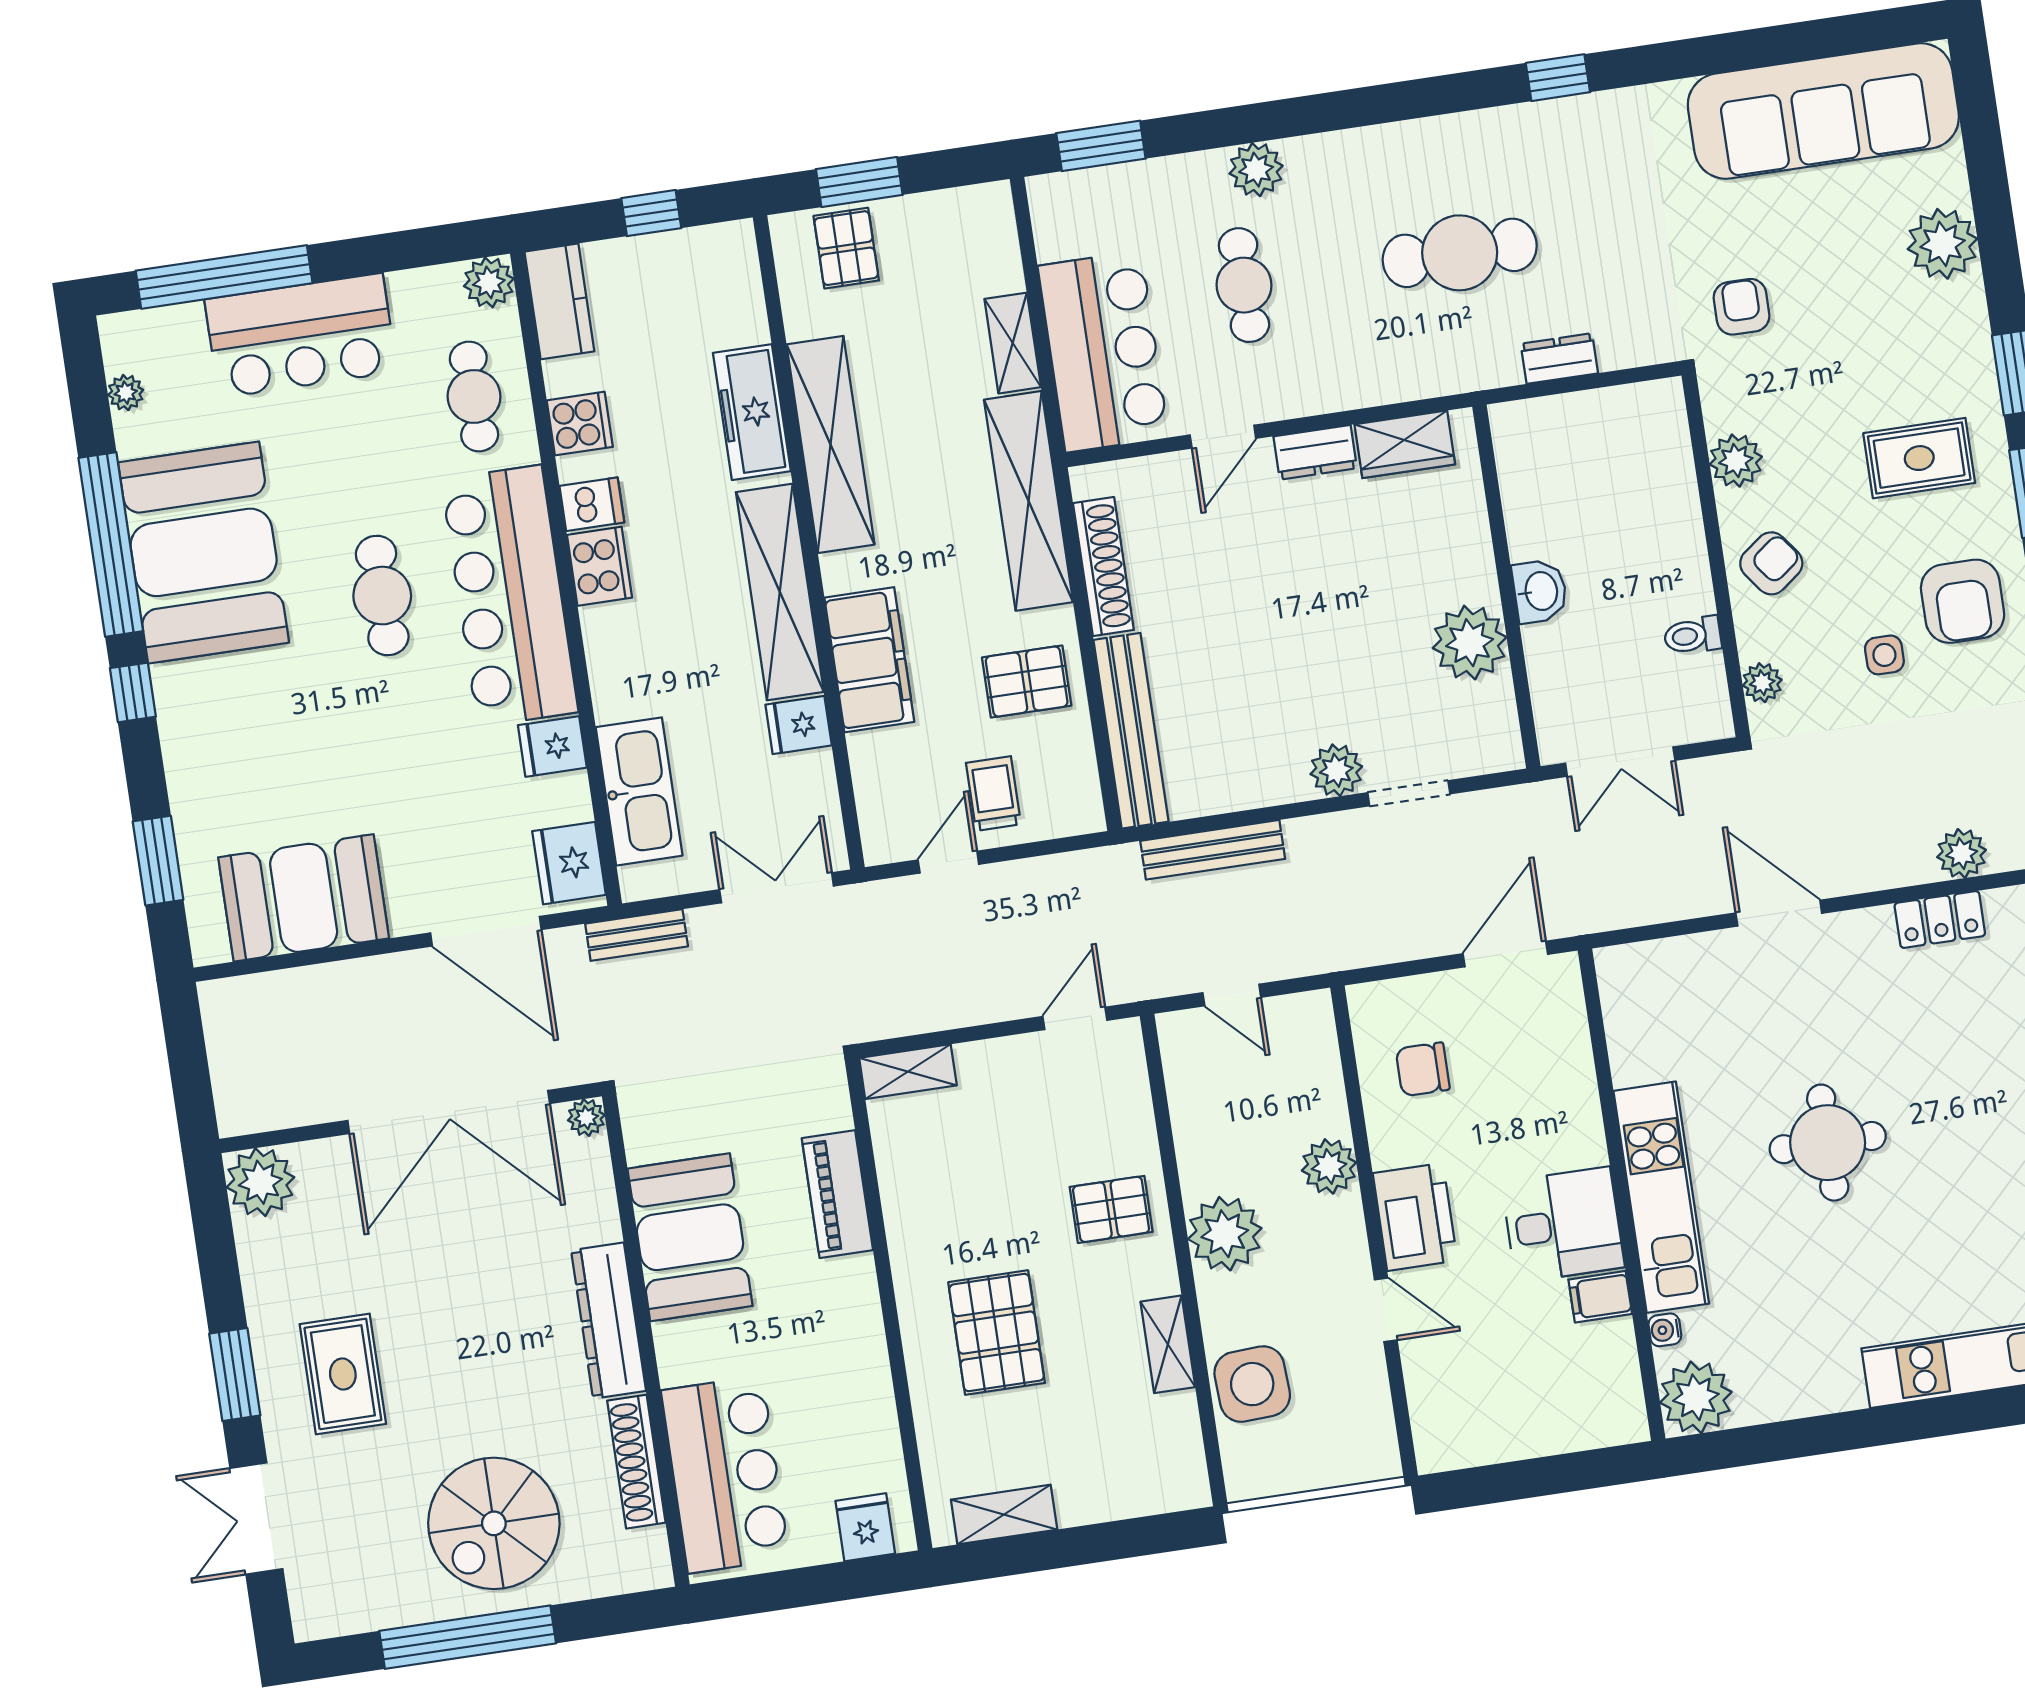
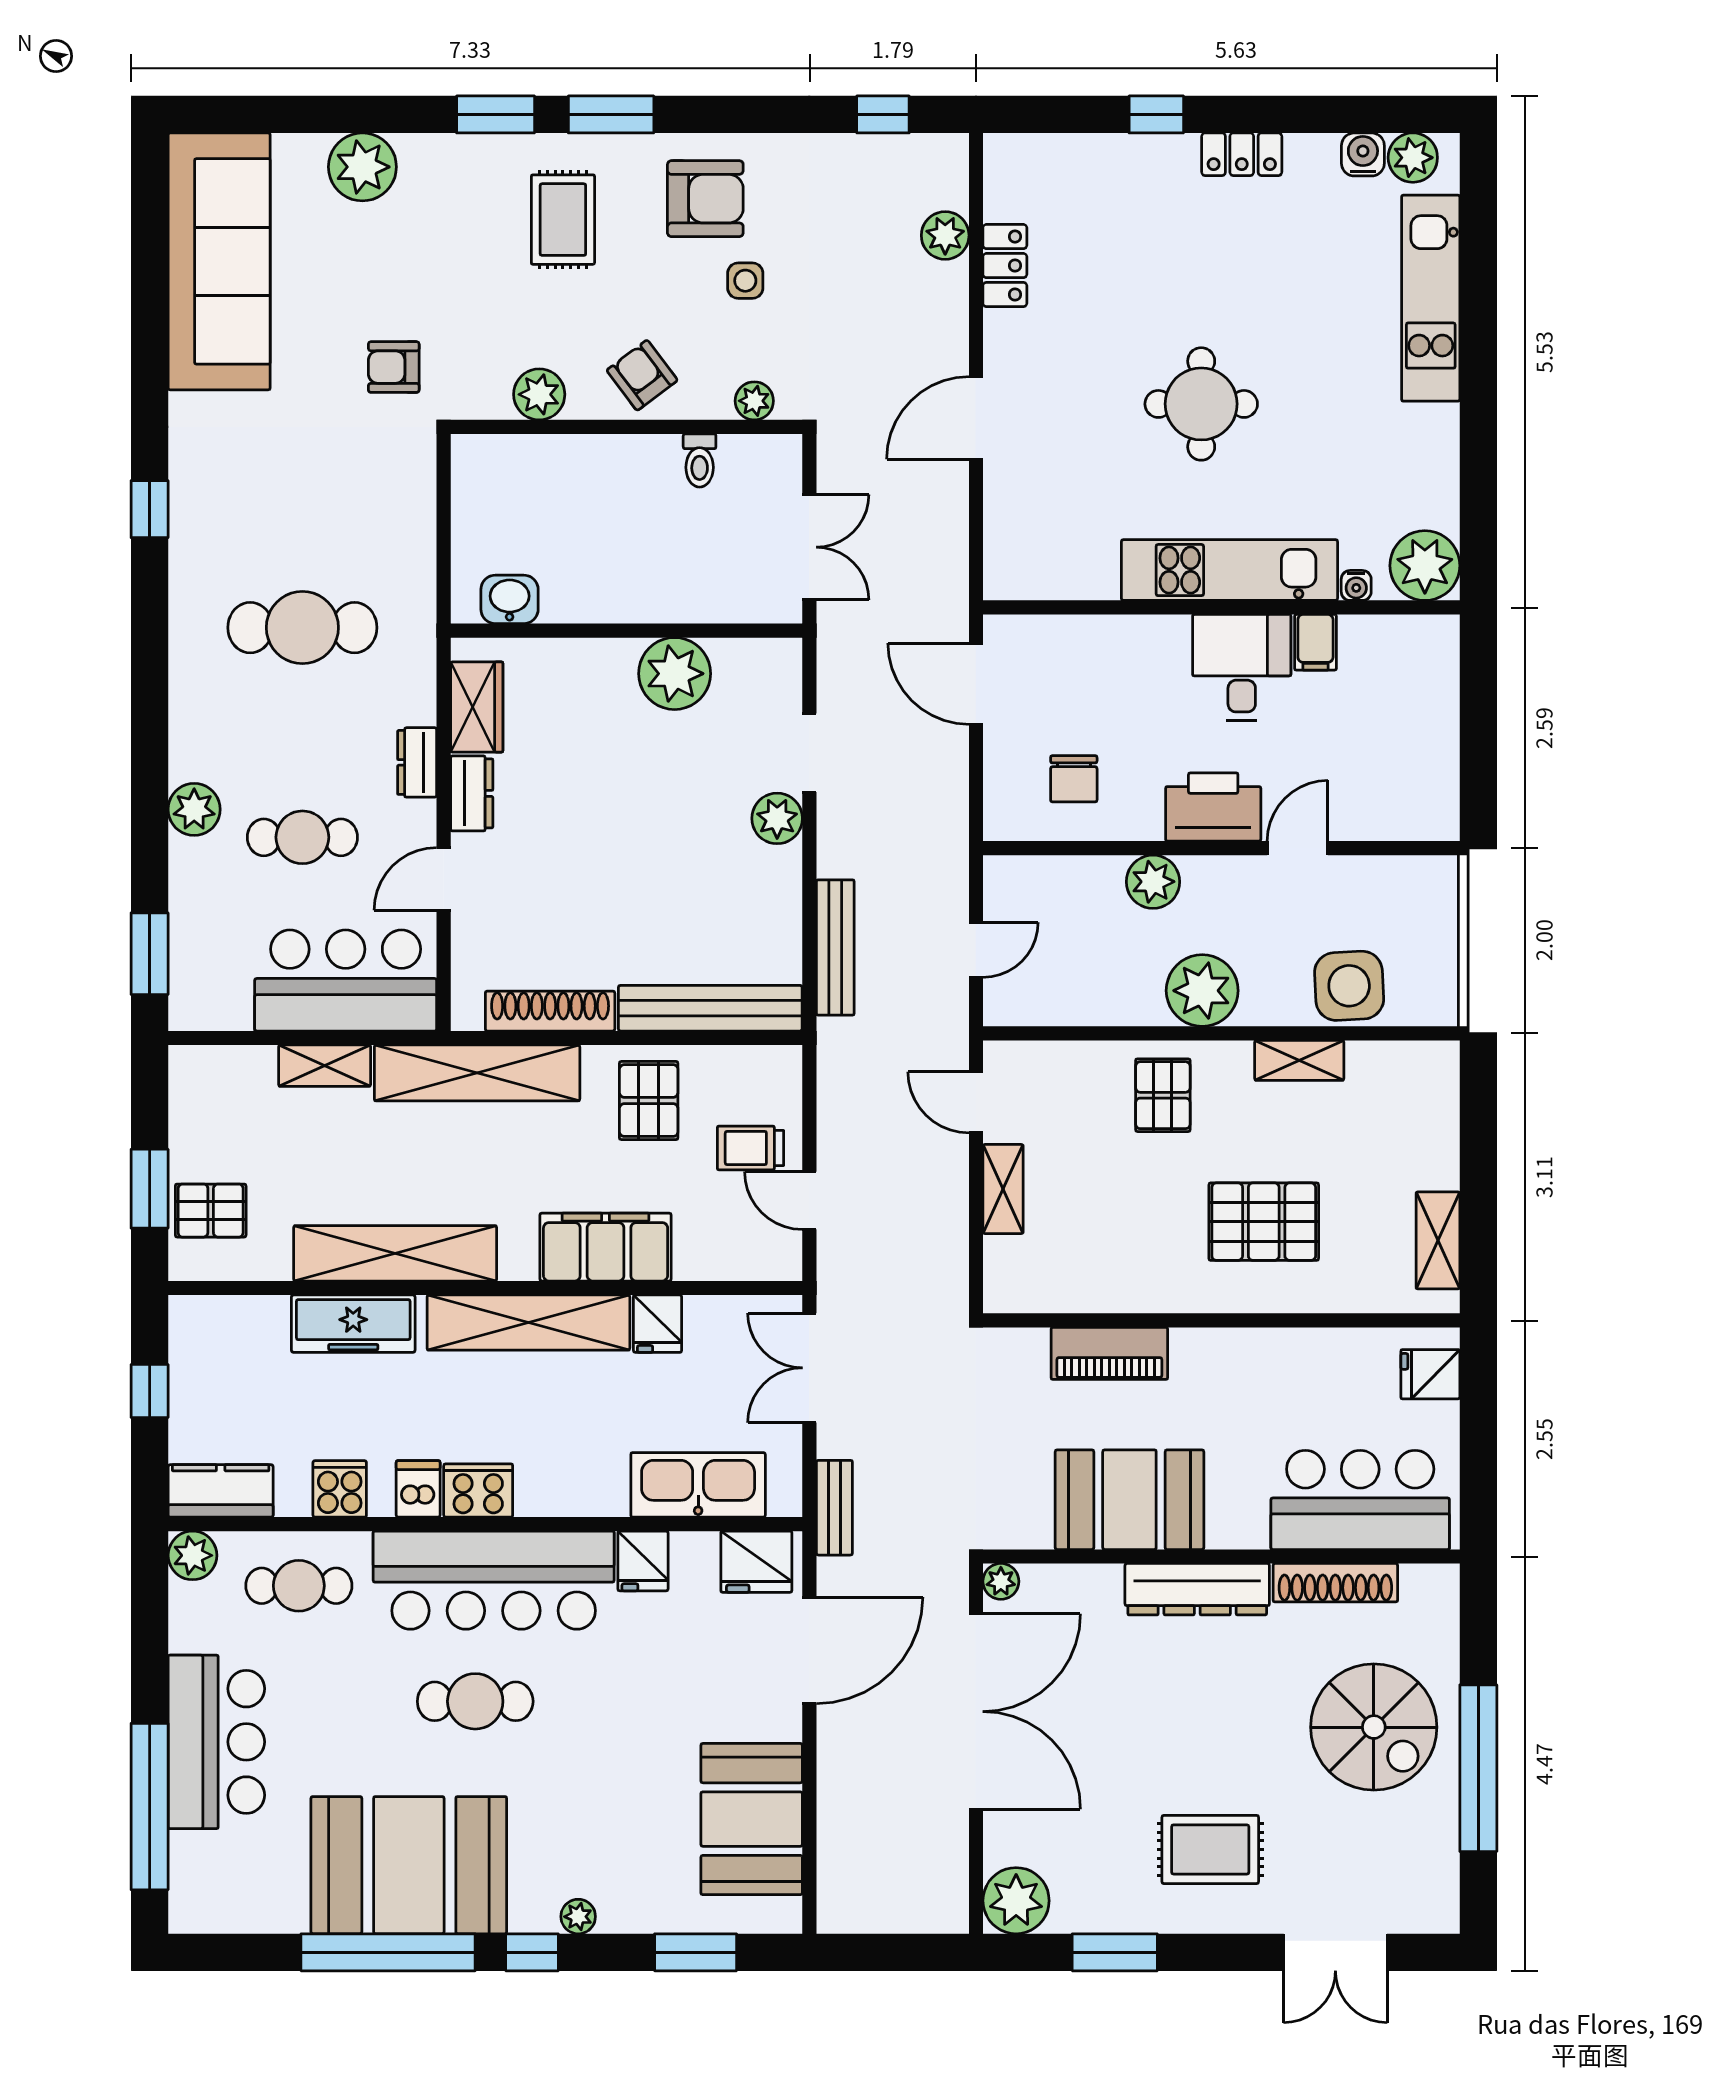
cafe table: (1460, 253) -> (302, 628), turned 90
dresser: (1559, 359) -> (417, 762), moved
plant: (126, 393) -> (578, 1917), moved
door: (1223, 437) -> (444, 879), swing flipped
washbasin: (1540, 591) -> (510, 599), moved
shelving: (908, 1072) -> (1003, 1189), moved
window: (235, 1375) -> (1115, 1952), moved

